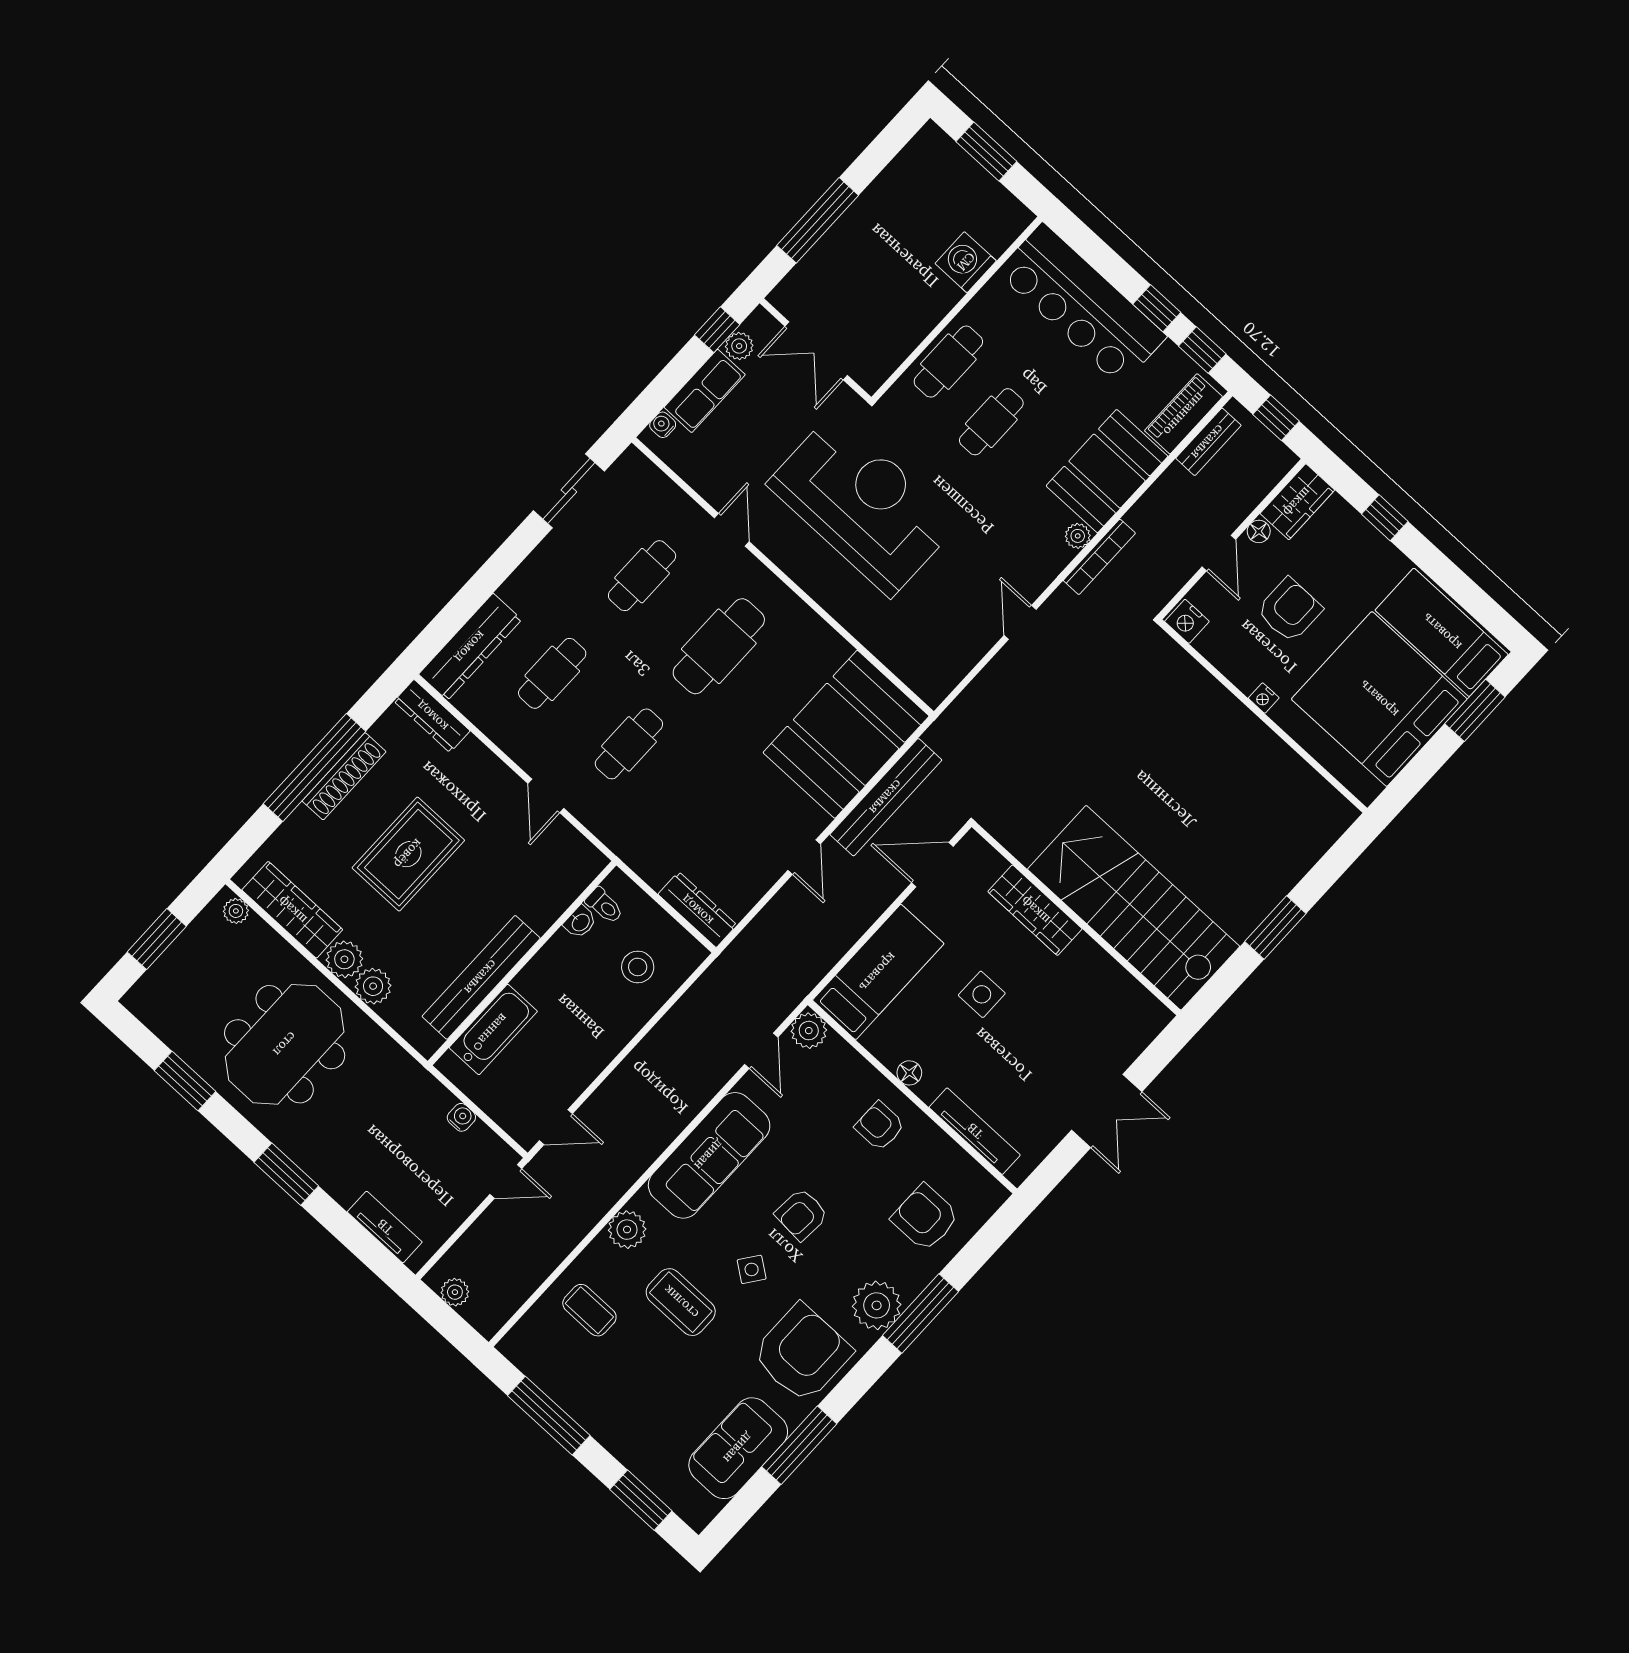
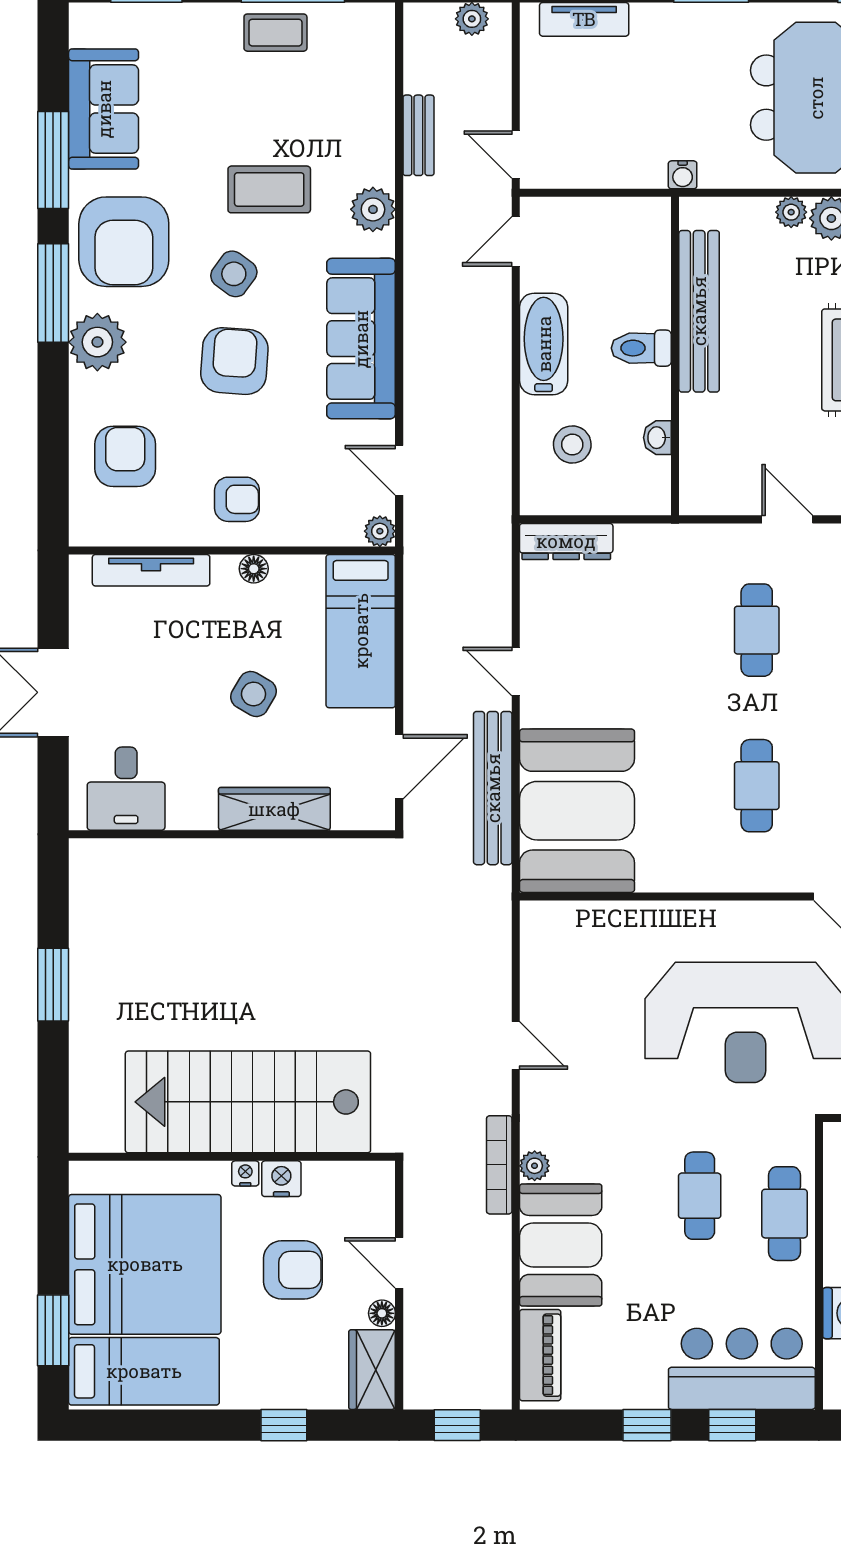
bar counter: (1082, 304) -> (742, 1369), width x0.73
window: (1202, 350) -> (732, 1425), moved
bench: (1208, 442) -> (418, 135), moved
armchair: (1290, 610) -> (293, 1270), turned -90
nightstand: (1187, 621) -> (281, 1179), moved
cafe table: (719, 646) -> (757, 786), width x0.73, depth x0.74
toilet: (604, 906) -> (641, 348), moved, width x1.37, depth x1.39
stairs: (1134, 908) -> (248, 1102), moved, turned 180
plant: (373, 986) -> (791, 212), width x0.73, depth x0.73
side table: (982, 994) -> (254, 694), turned 30
desk: (1116, 1008) -> (126, 789), added
bathtub: (493, 1029) -> (544, 344), moved, turned 180
plant: (809, 1031) -> (380, 531), width x0.73, depth x0.73
water cooler: (461, 1117) -> (683, 175), moved
door: (506, 1182) -> (516, 155), hinge flipped
armchair: (802, 1214) -> (234, 361), width x1.38, depth x1.38
armchair: (925, 1218) -> (125, 456), turned -90
side table: (752, 1269) -> (234, 274), width x1.37, depth x1.37
coffee table: (589, 1310) -> (275, 33), moved
window: (920, 1314) -> (53, 293), moved

